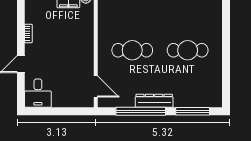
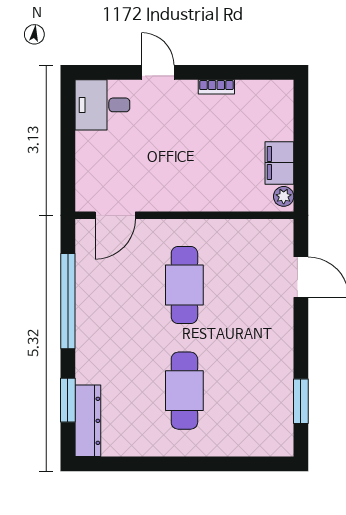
dresser: (154, 101) -> (88, 421), moved
window: (193, 111) -> (68, 400), width x0.69

